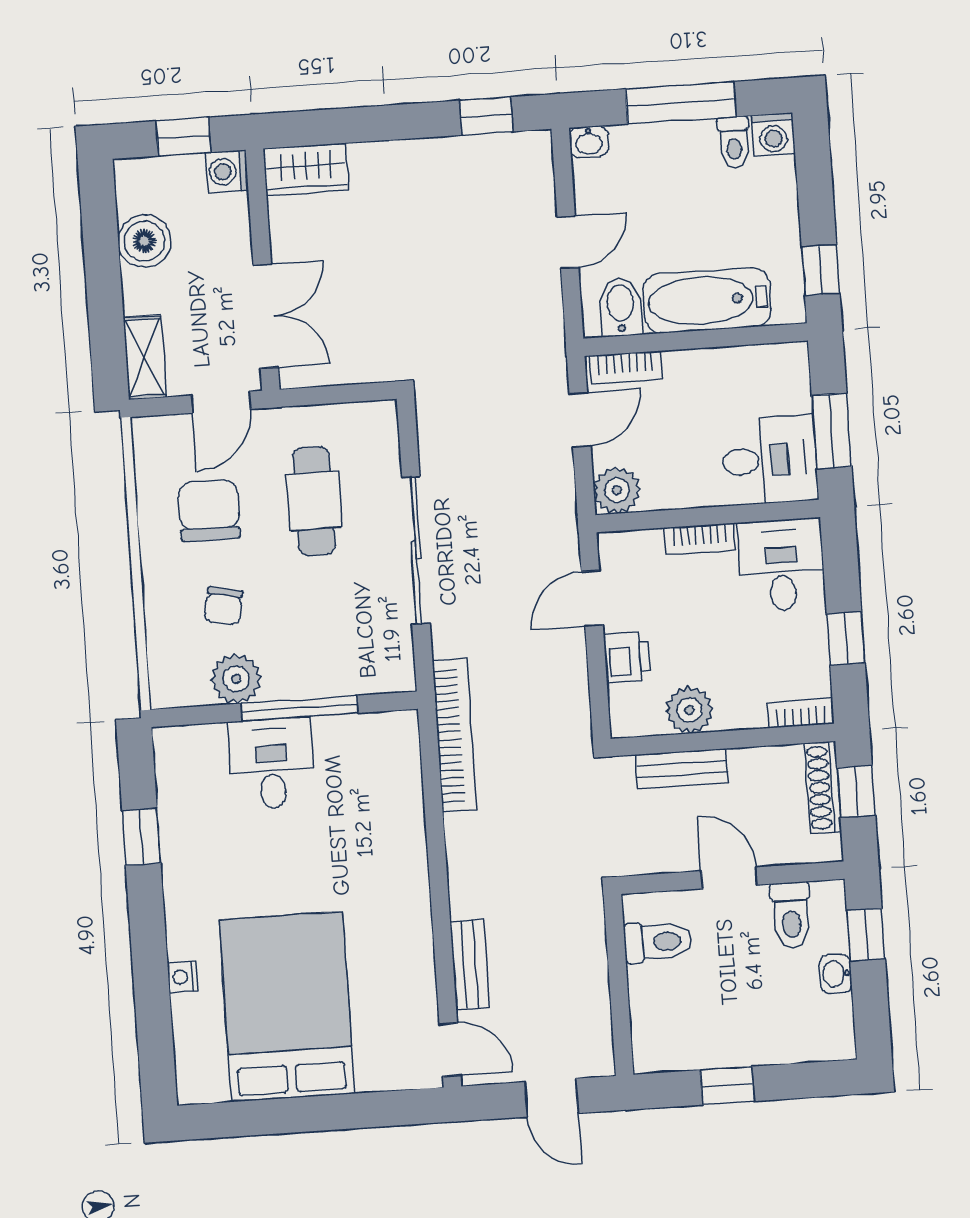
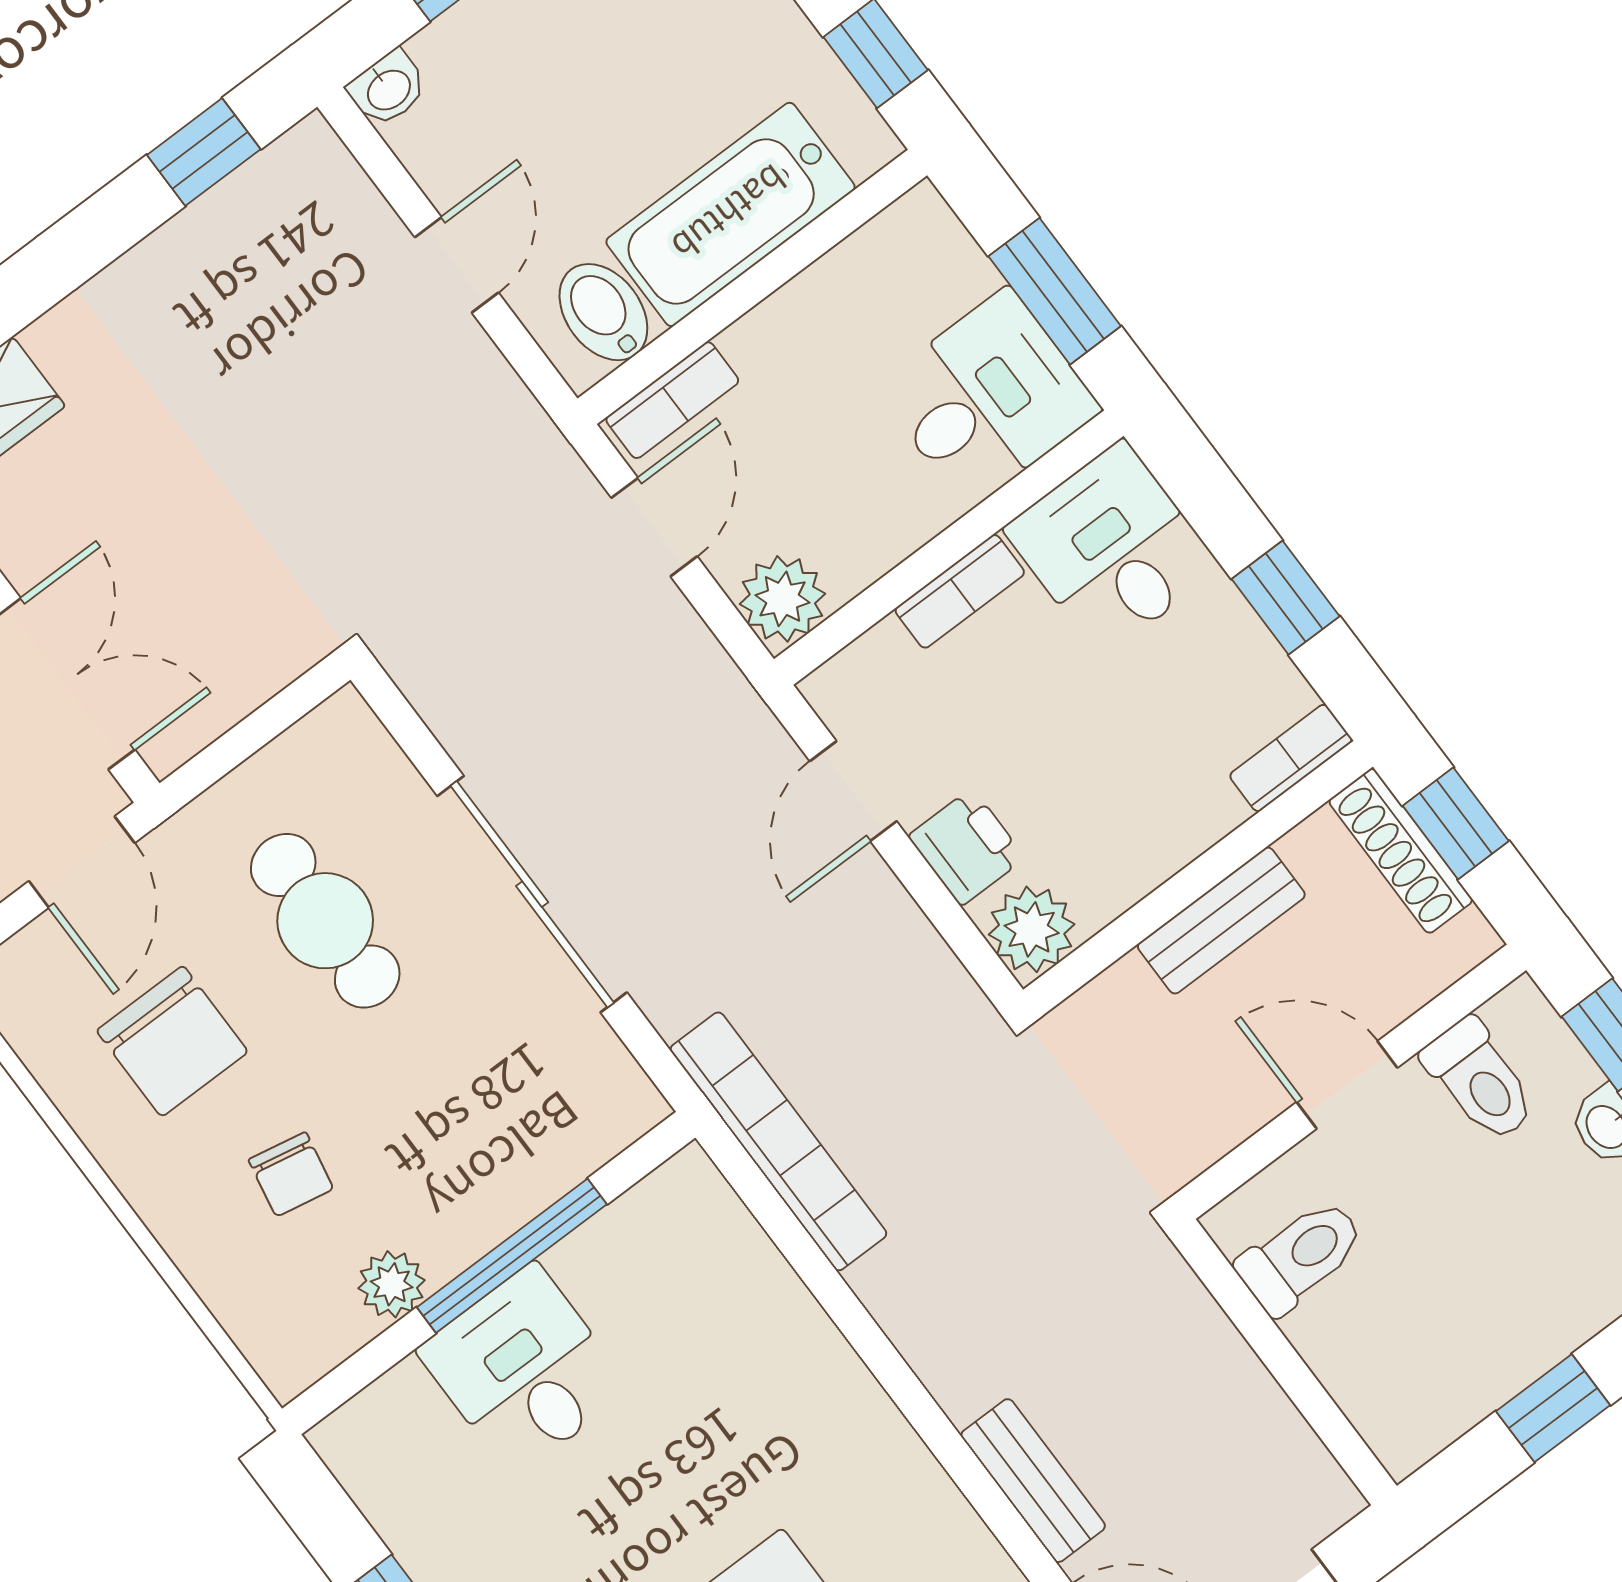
chair: (209, 510) -> (172, 1041), turned 180
plant: (236, 679) -> (392, 1284), width x0.73, depth x0.73
plant: (689, 710) -> (1032, 929), moved
bench: (681, 769) -> (1221, 920), moved

